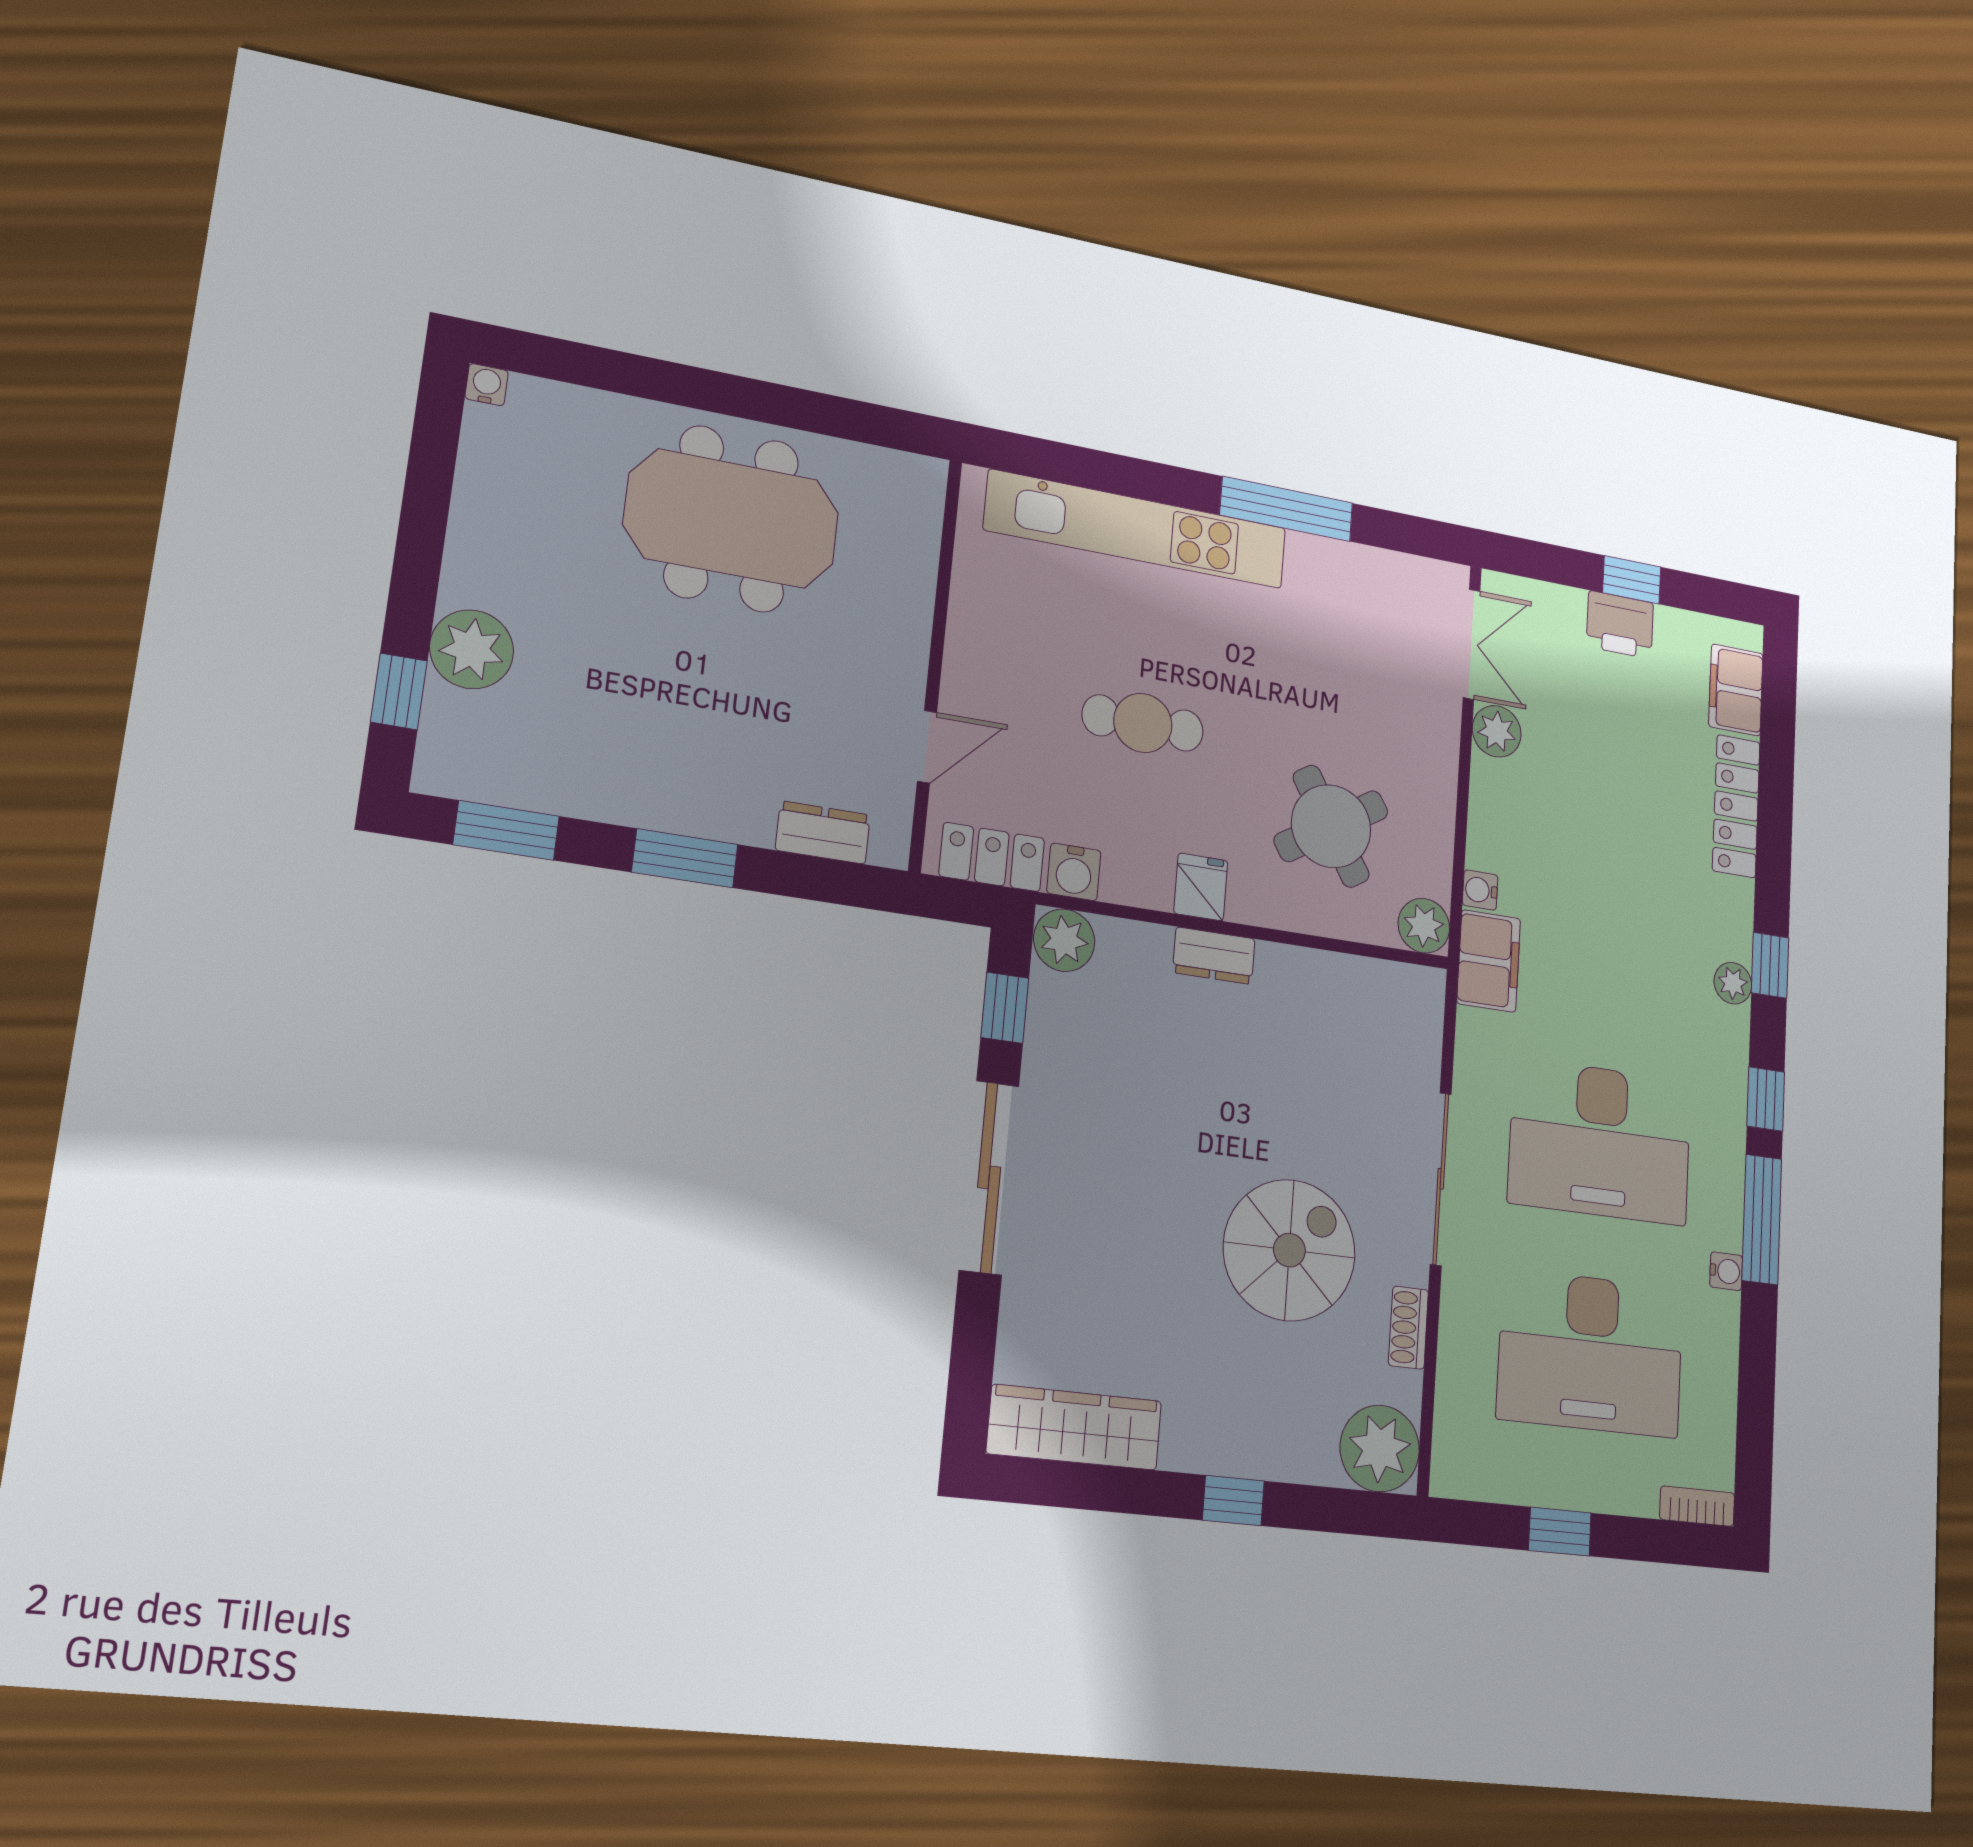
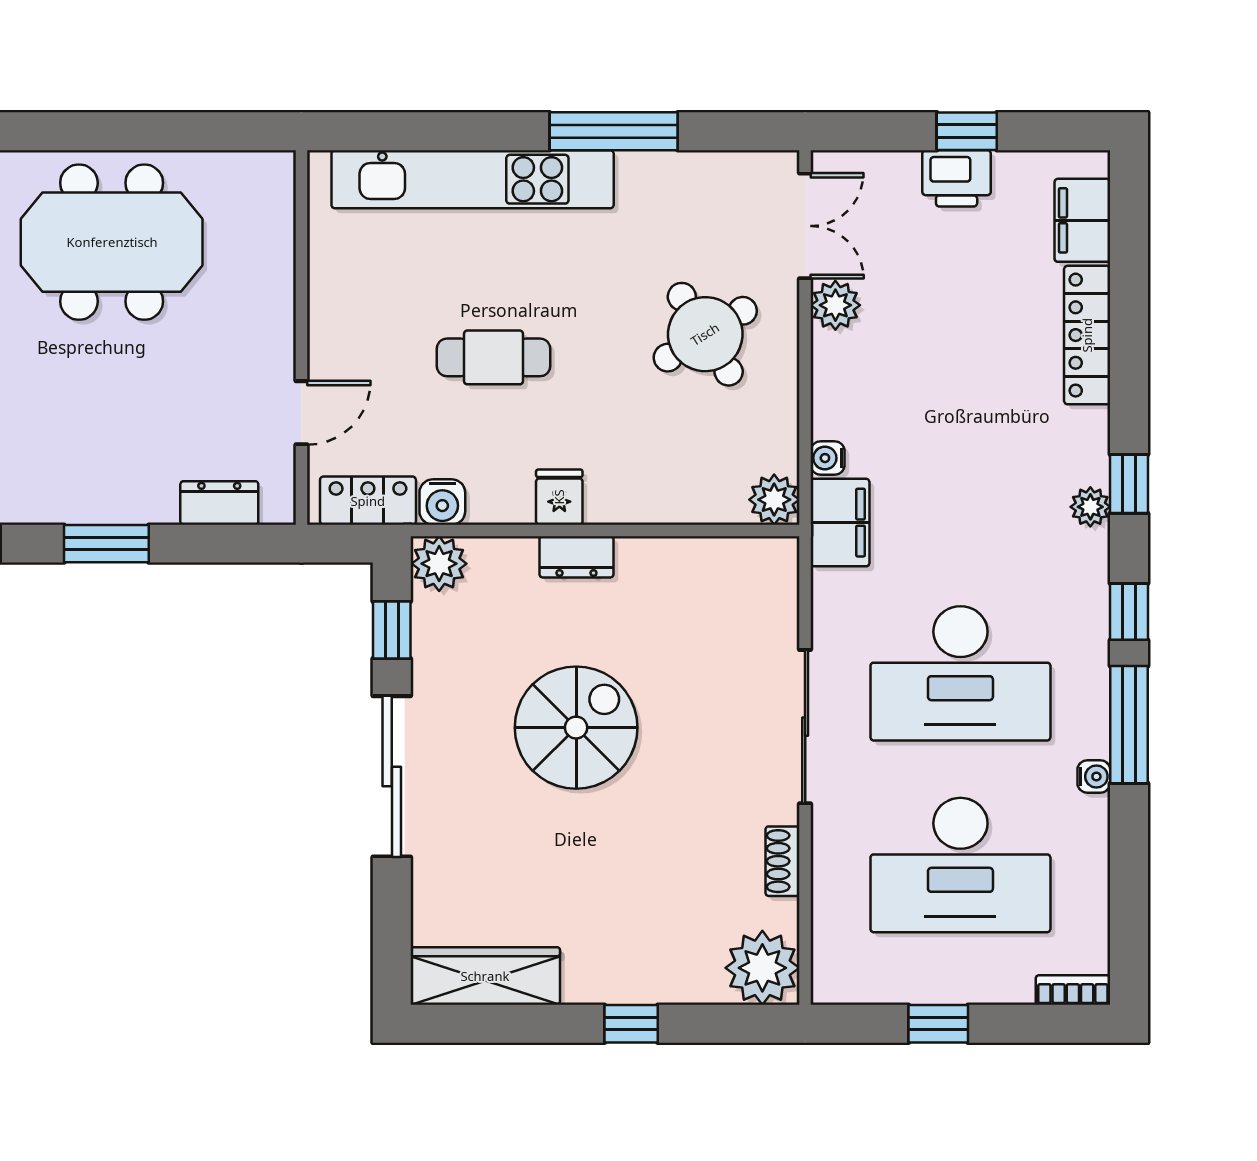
round table: (1331, 826) -> (705, 334), moved
spiral stairs: (1289, 1250) -> (576, 728), moved

